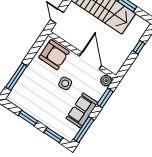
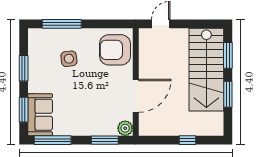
armchair: (54, 55) -> (115, 50), turned 90
side table: (65, 83) -> (69, 59), moved
sofa: (82, 111) -> (40, 115), moved, turned 90

